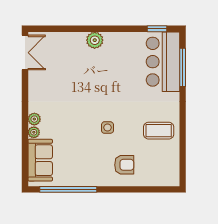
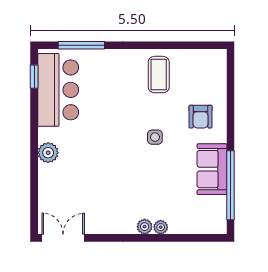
bar counter: (163, 62) -> (58, 90), moved, turned -90
sofa: (40, 160) -> (212, 169), moved, turned -90
armchair: (124, 165) -> (200, 117), turned 180

